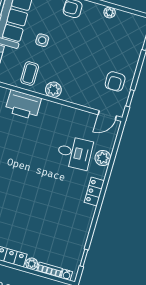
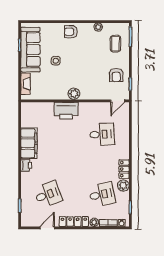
coffee table: (30, 74) -> (116, 44), moved
printer: (23, 105) -> (66, 111), moved
plant: (103, 158) -> (123, 186), moved
locker: (94, 192) -> (124, 169), moved
desk: (52, 230) -> (102, 194), added

